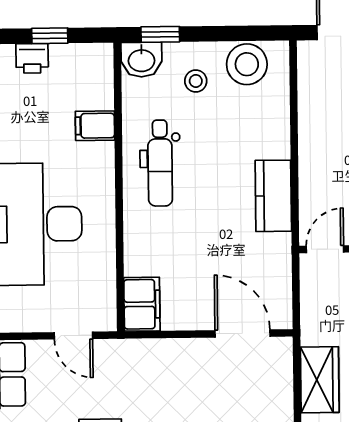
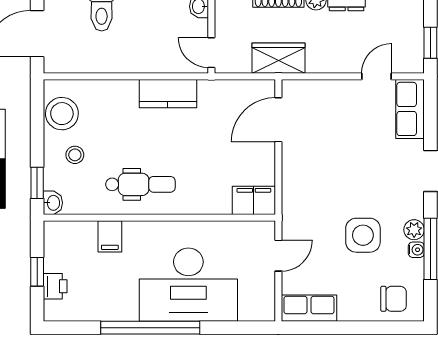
washbasin: (141, 60) -> (53, 203), width x0.72, depth x0.69
wardrobe: (320, 380) -> (278, 58), moved

